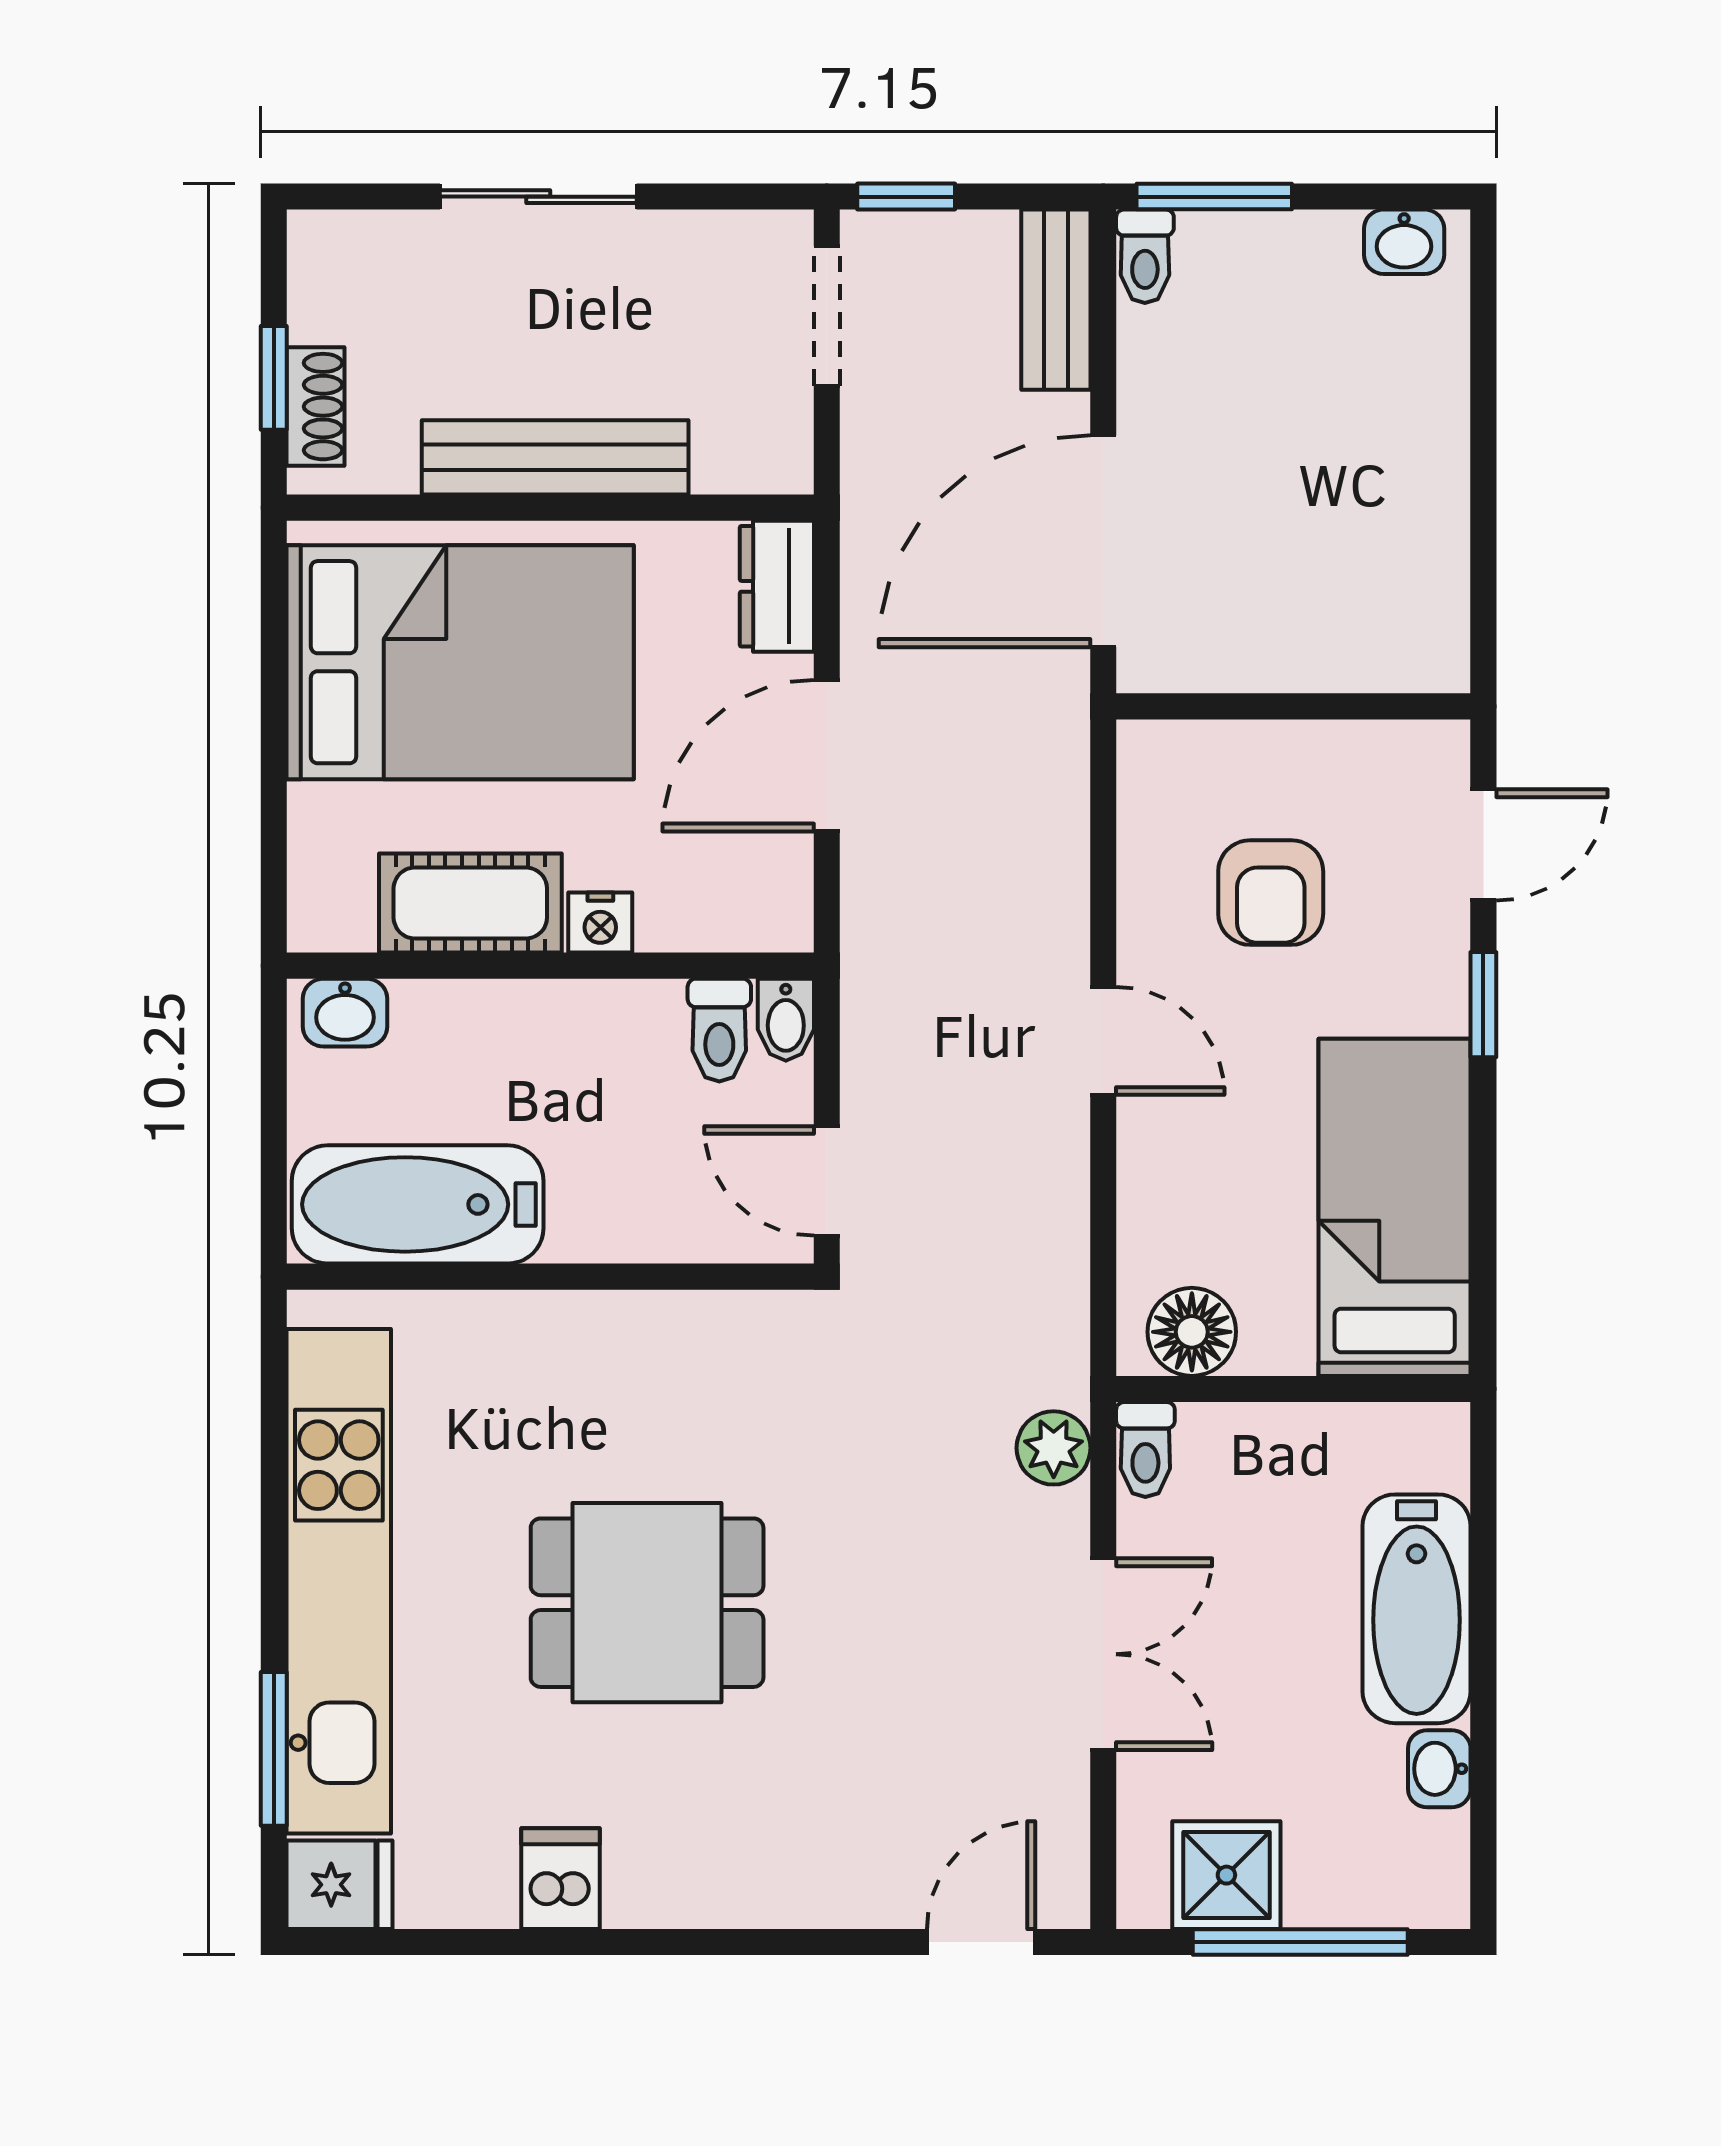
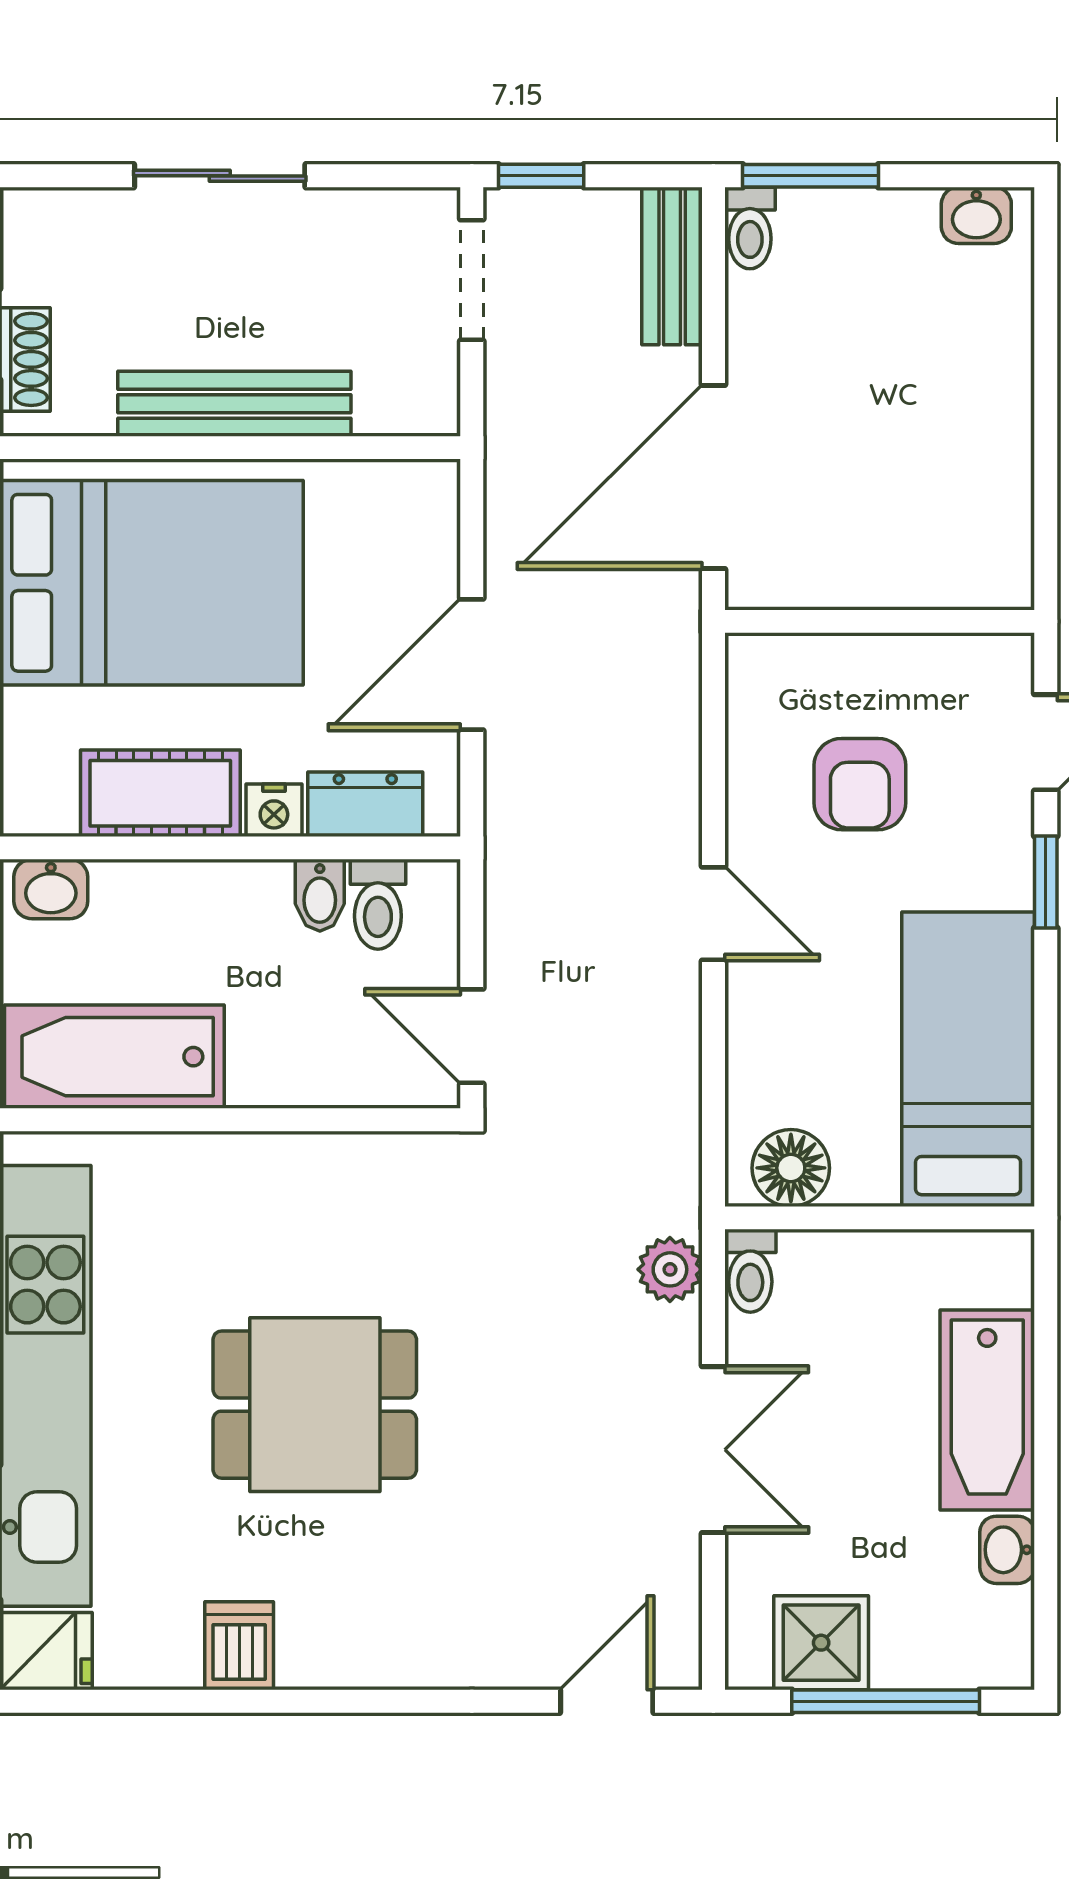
dresser: (777, 586) -> (365, 804), moved, turned 90
bidet: (786, 1020) -> (320, 895), moved

